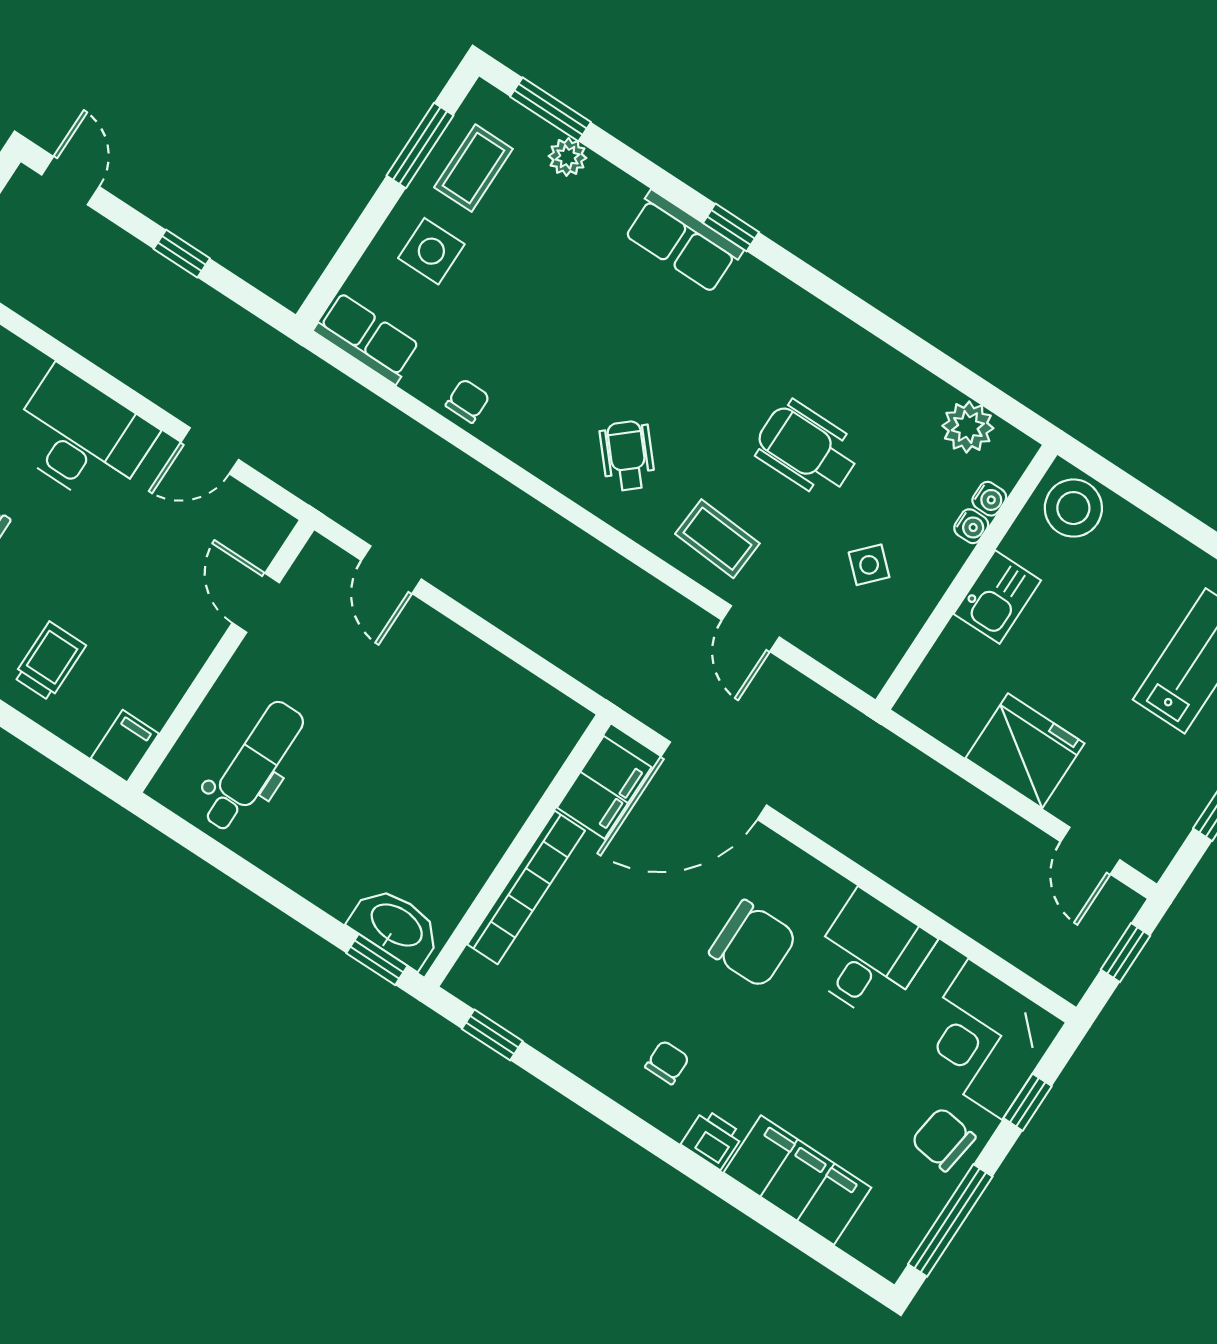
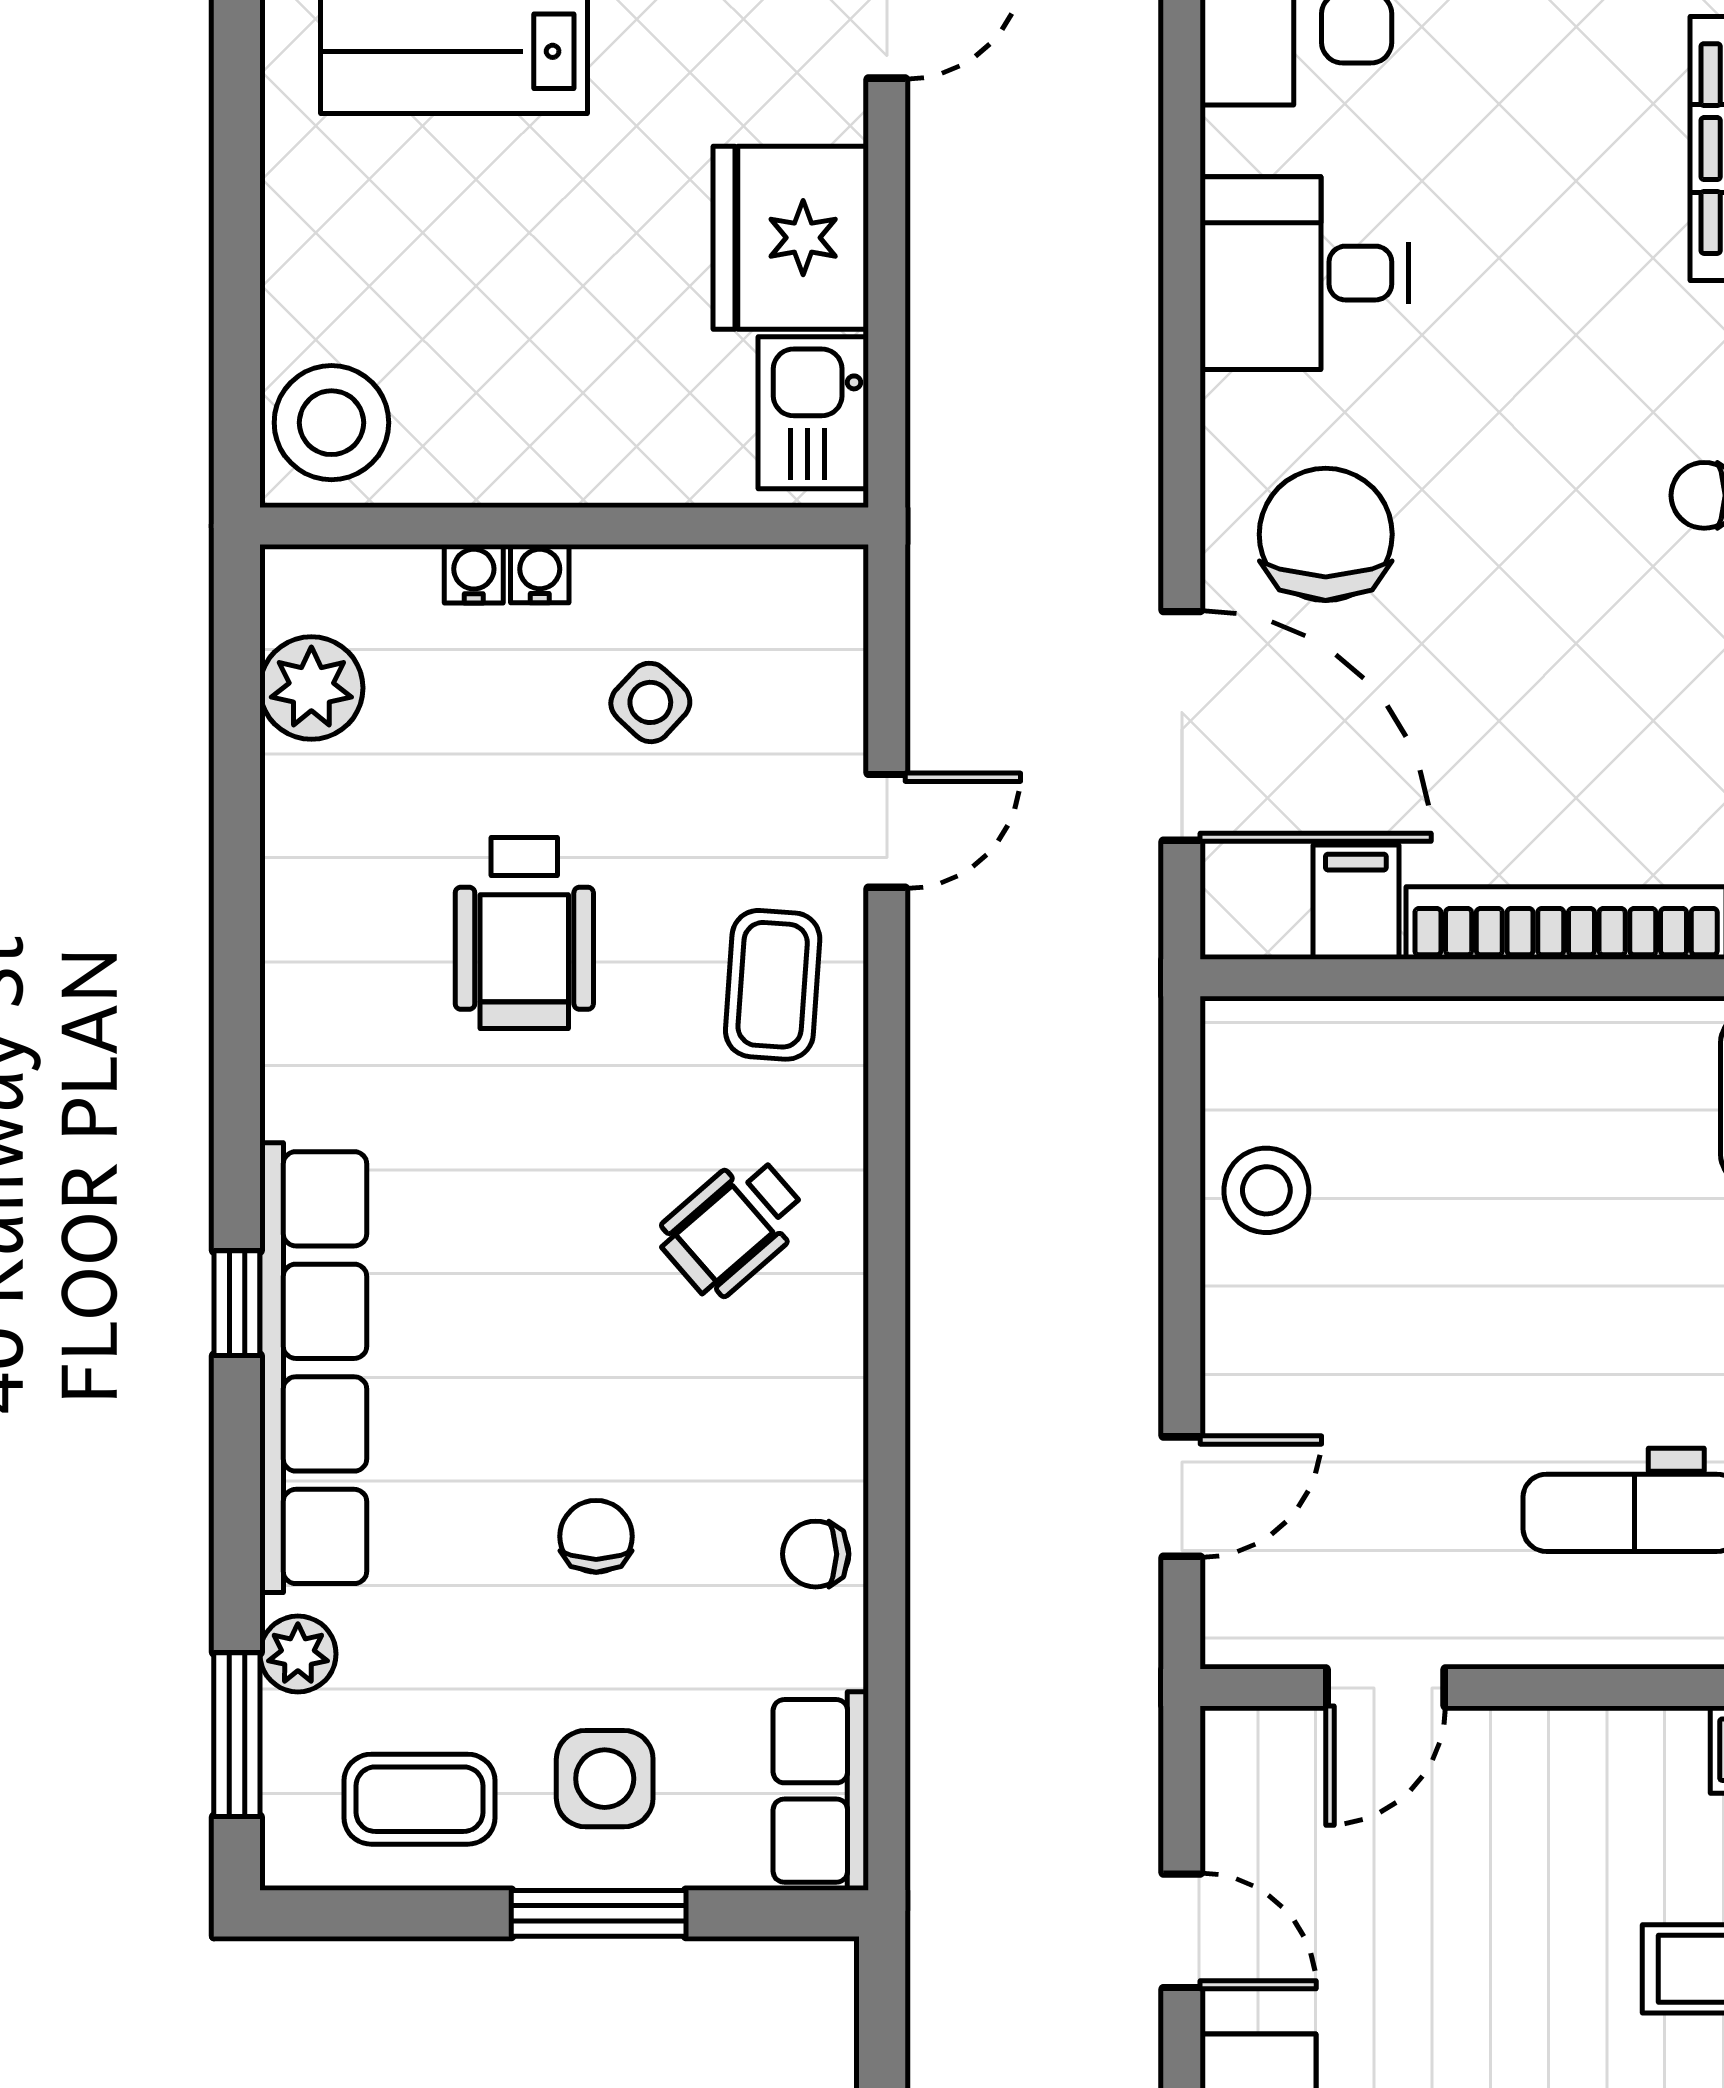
window: (420, 146) -> (599, 1913), moved
row of seats: (683, 242) -> (313, 1368), width x2.02
chair: (535, 314) -> (596, 1536), added
water cooler: (989, 499) -> (540, 574), moved
kitchen sink: (997, 597) -> (813, 413), moved, turned -90
stool: (496, 689) -> (1266, 1190), added
filing cabinet: (604, 787) -> (1356, 902), width x0.50
chair: (753, 944) -> (1326, 534), moved

